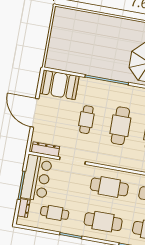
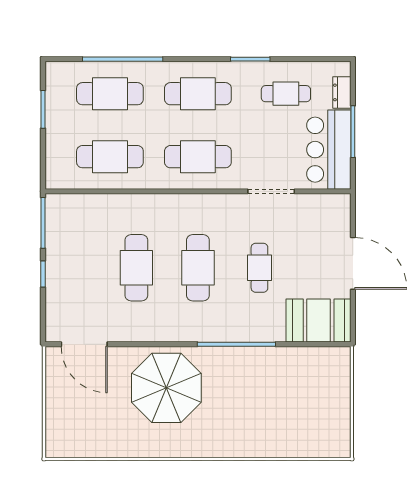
dresser: (46, 149) -> (322, 203), removed

